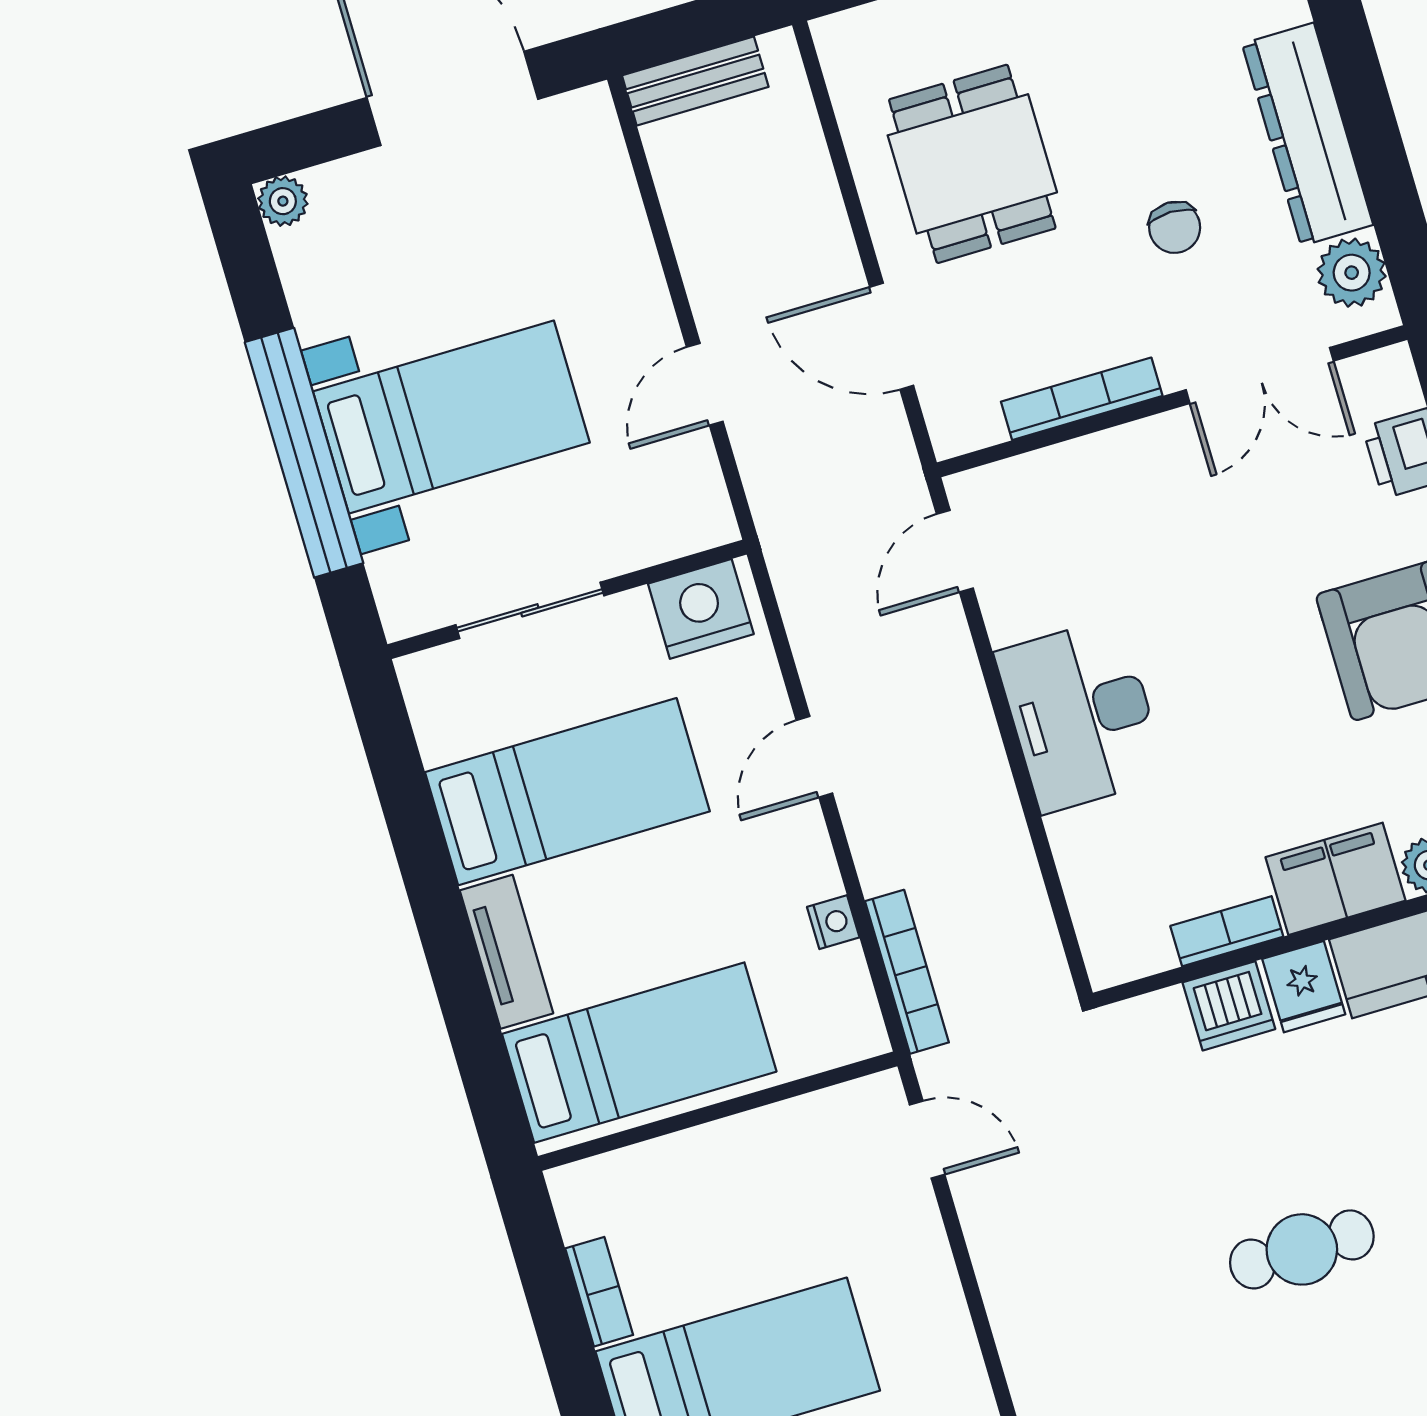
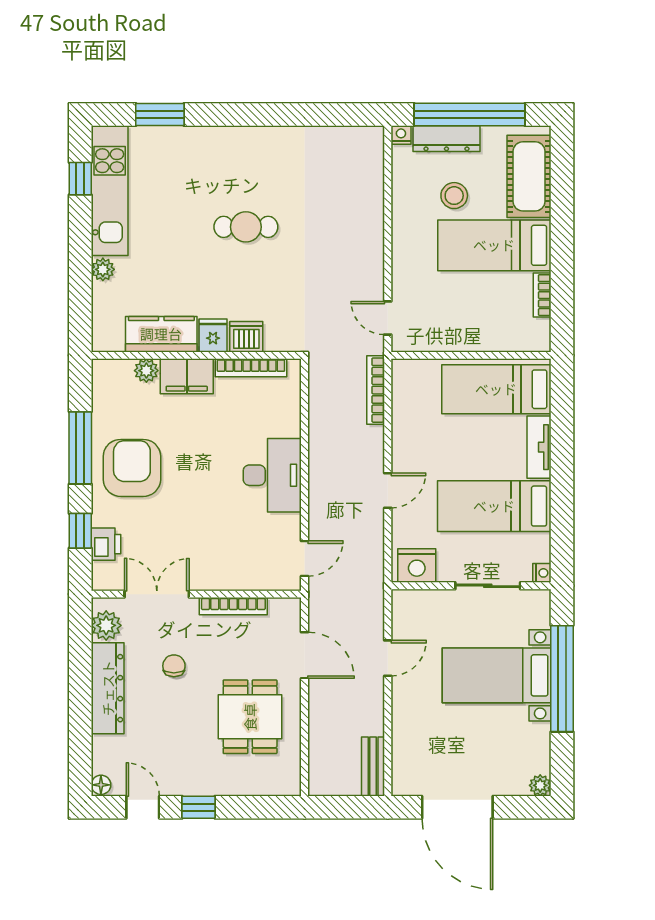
bench: (695, 81) -> (373, 766), moved, turned 90
nightstand: (833, 922) -> (542, 573), moved, turned 180
bookcase: (1227, 931) -> (251, 368), width x1.56

